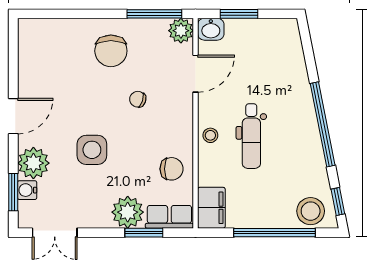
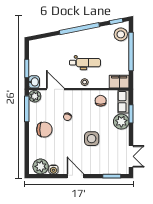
plant: (33, 163) -> (41, 166), moved
water cooler: (27, 190) -> (53, 170), moved

